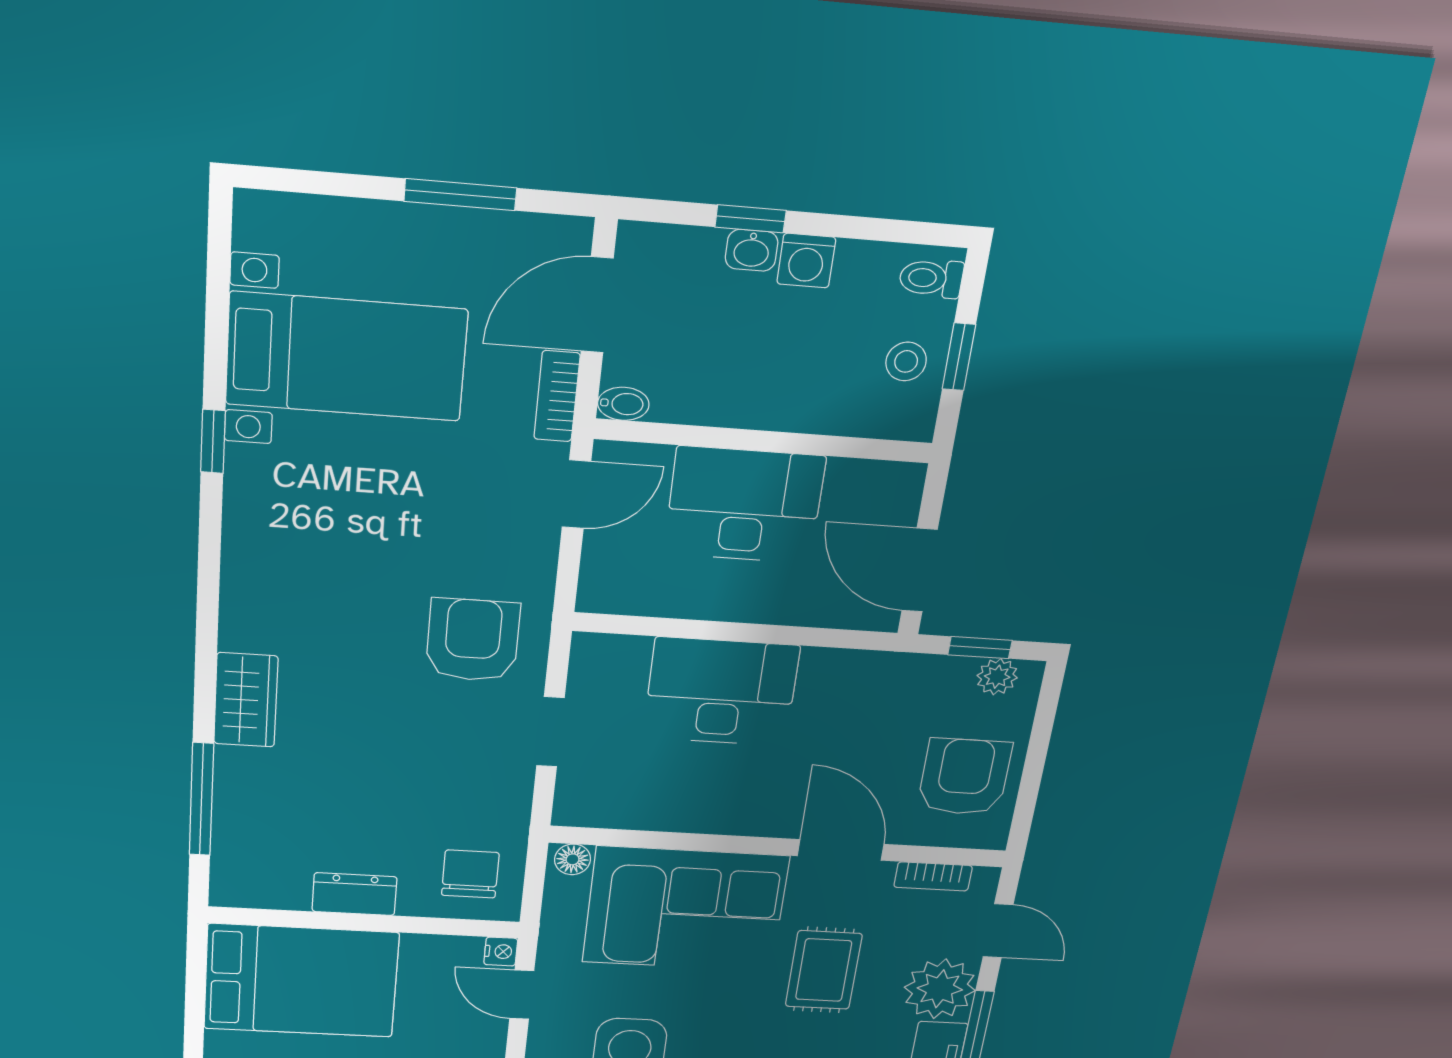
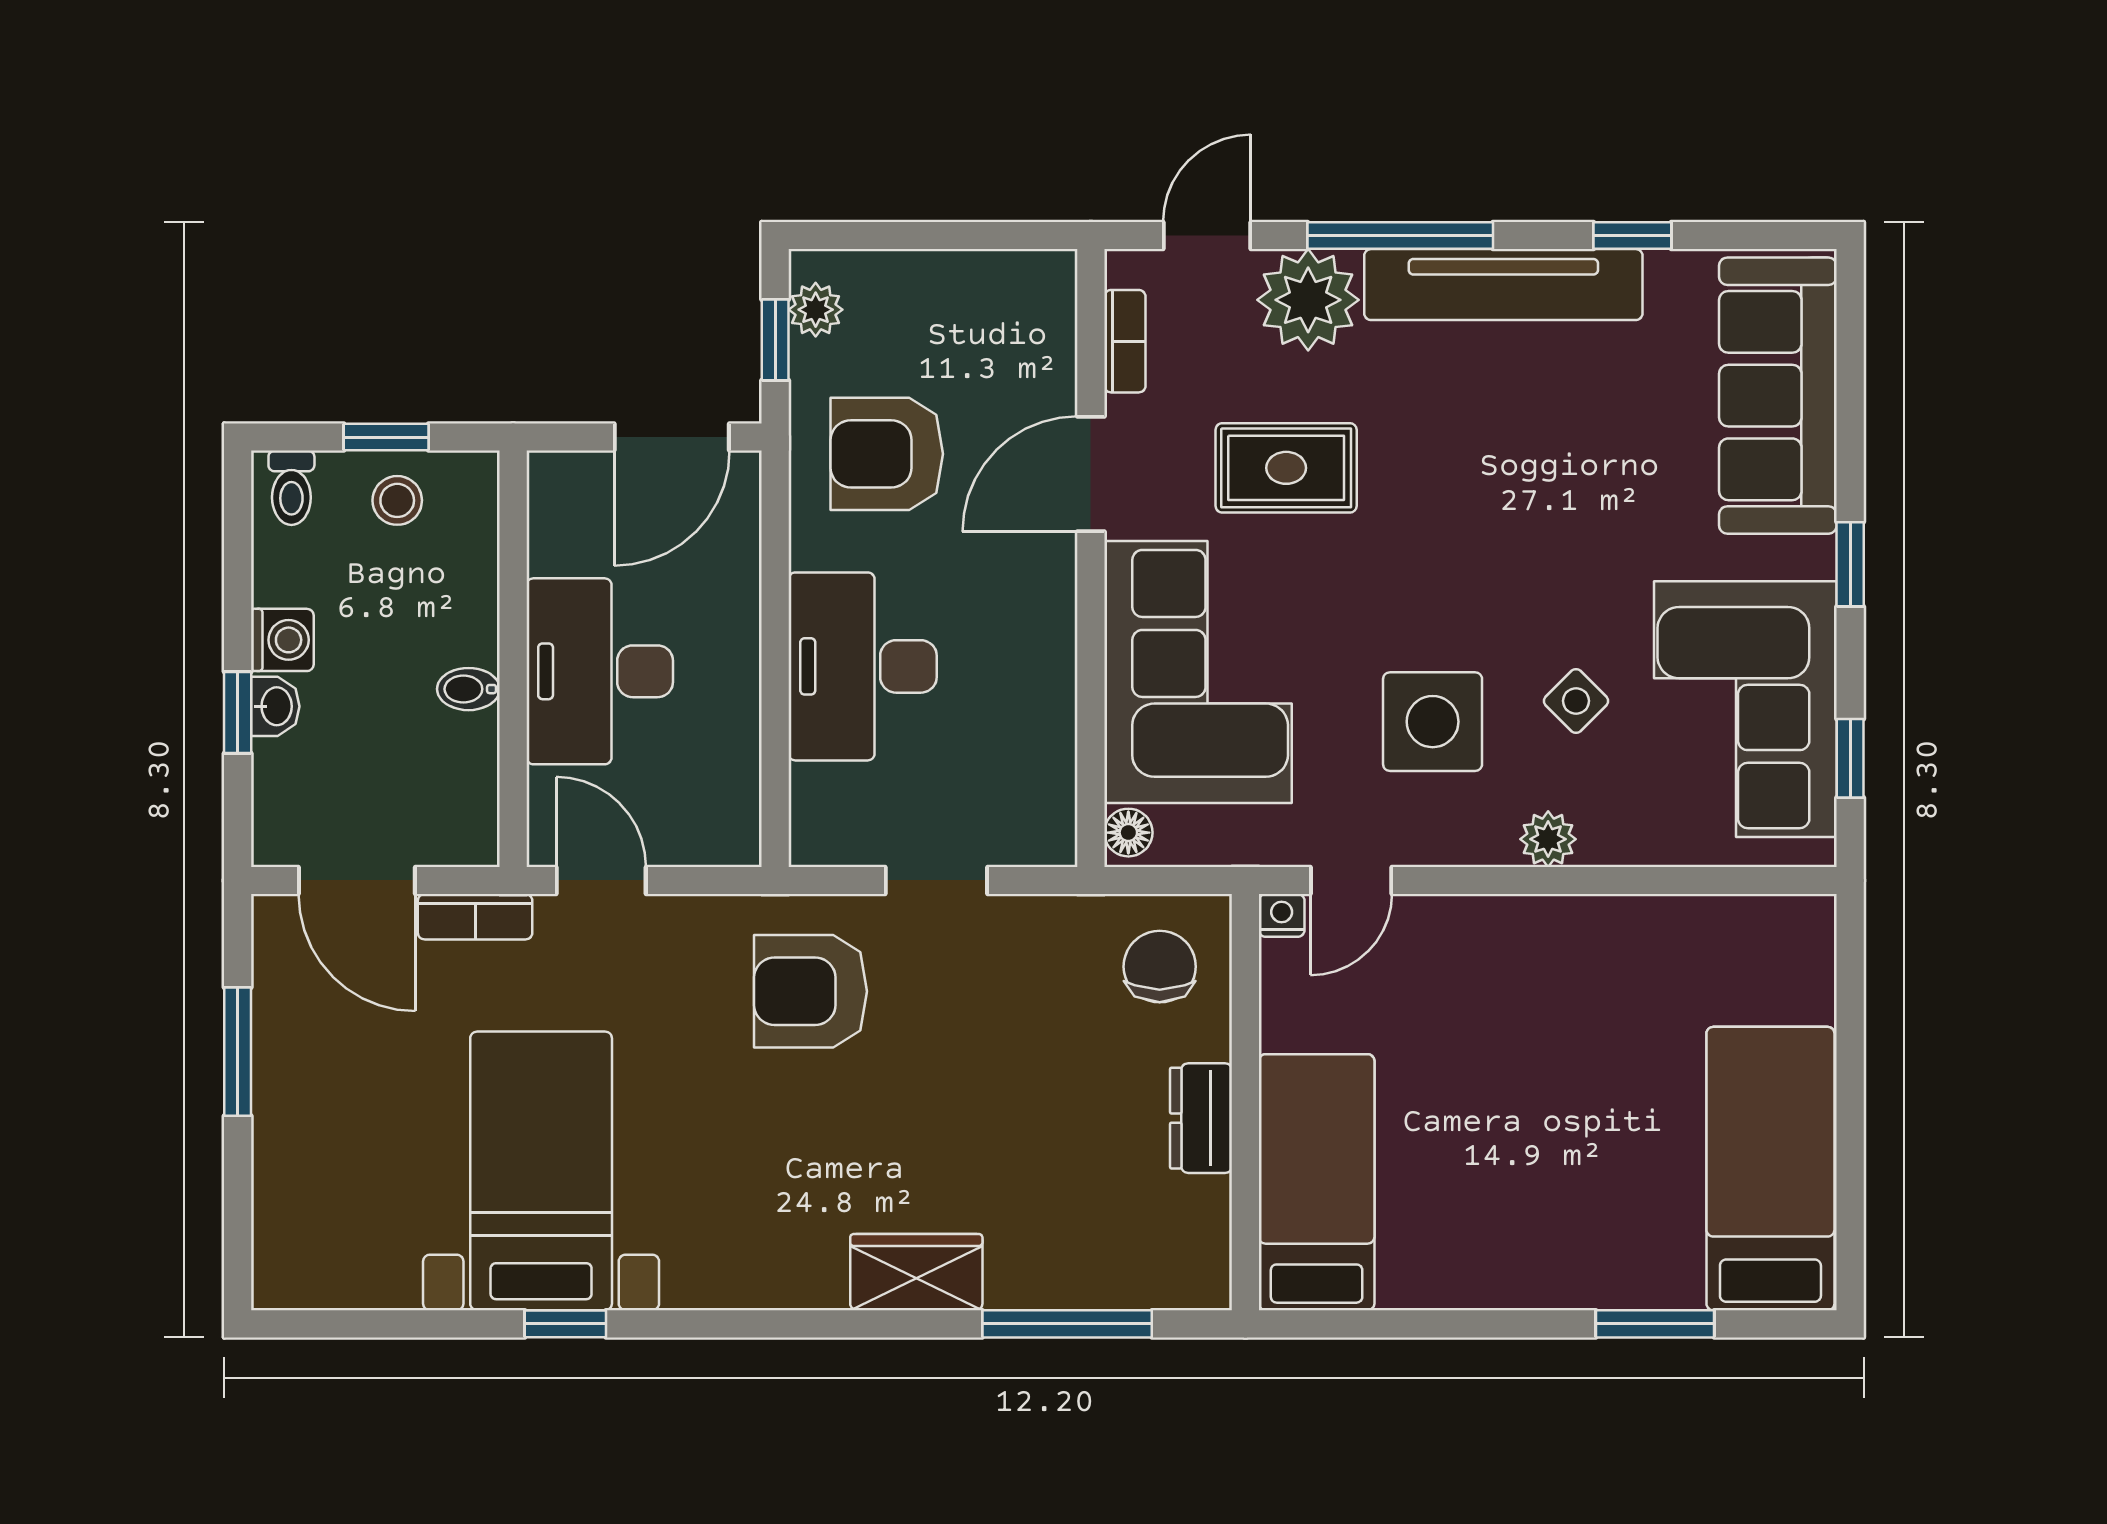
bed with nightstands: (346, 357) -> (541, 1171), moved
bidet: (623, 404) -> (468, 689), moved, turned -90
armchair: (964, 777) -> (887, 454), moved
chair: (470, 874) -> (1160, 967), turned 90
bed: (301, 981) -> (1317, 1182), width x0.67

